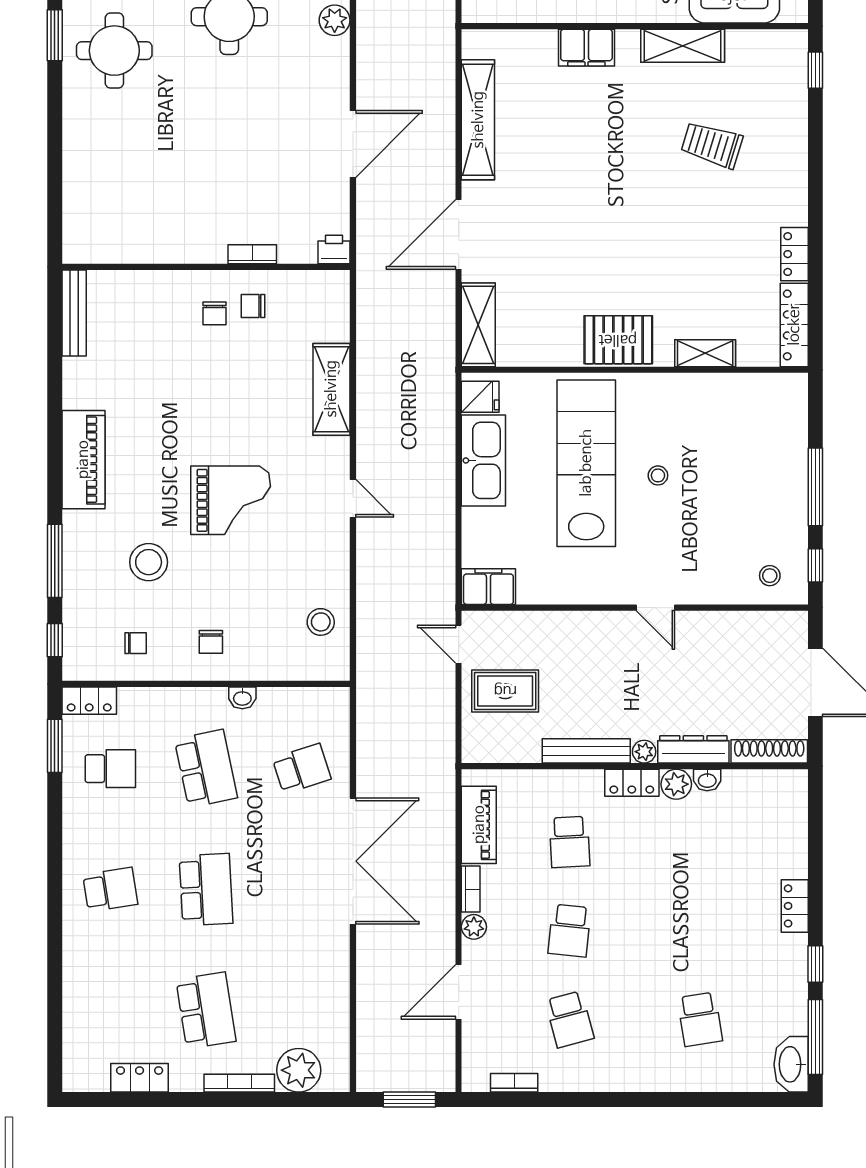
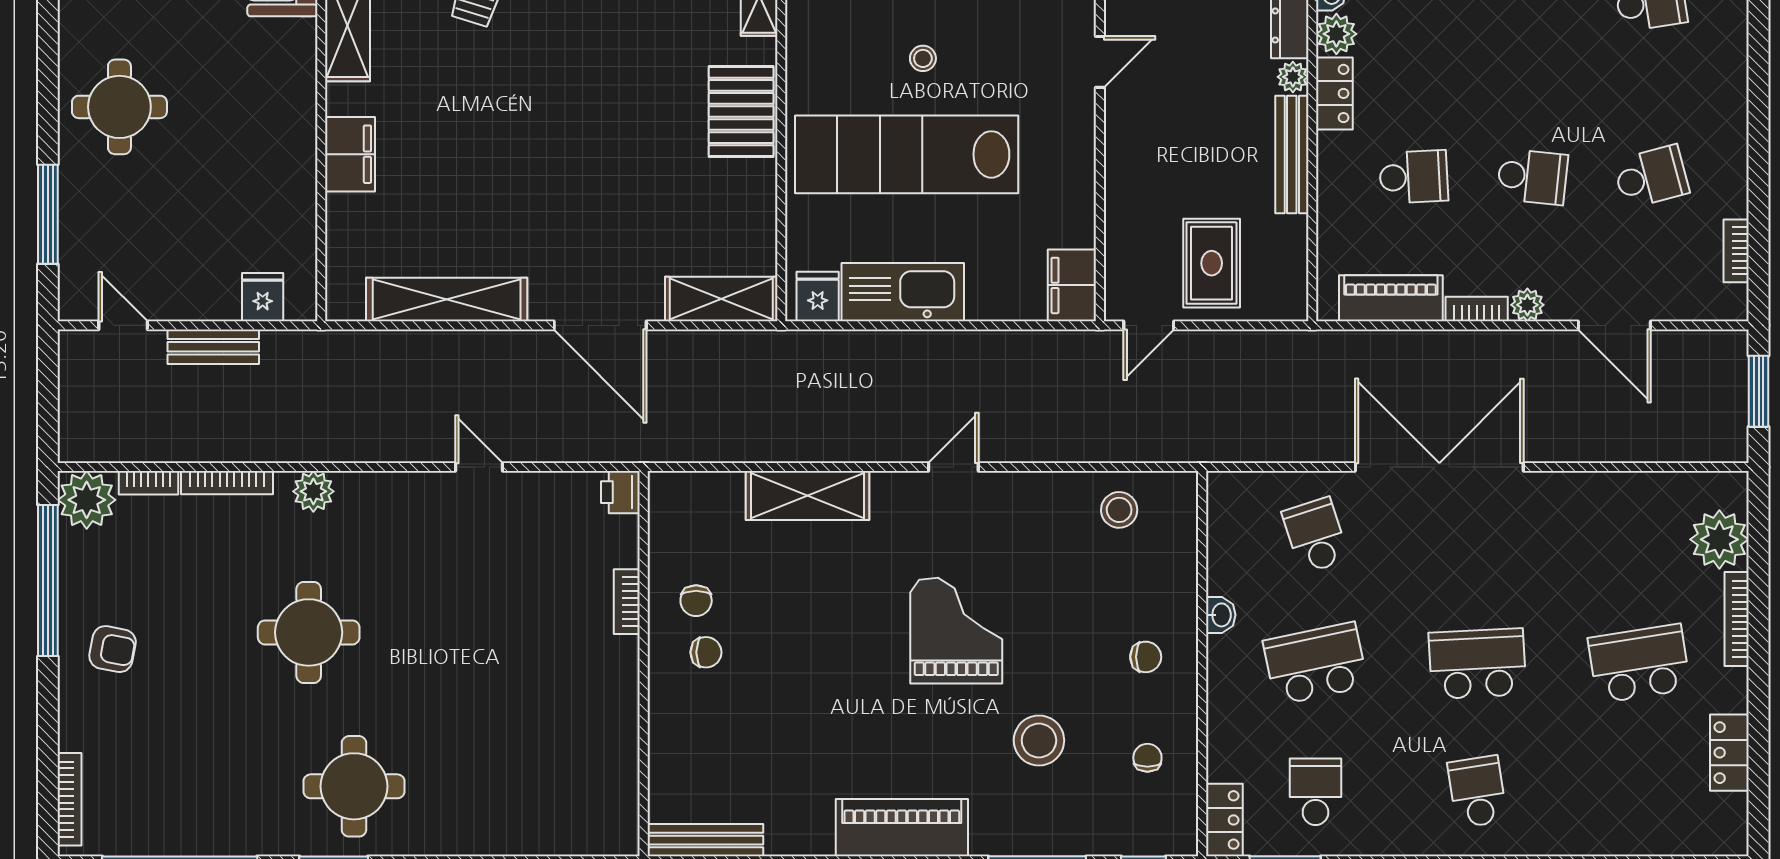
door: (353, 144) -> (479, 467), width x0.53

